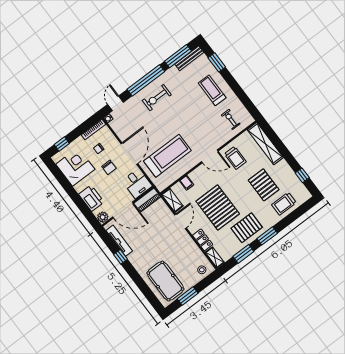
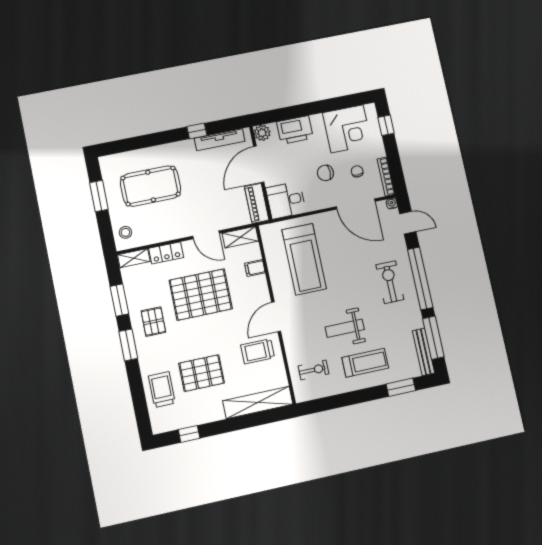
weight bench: (197, 112) -> (345, 328), added
door: (129, 154) -> (356, 204), moved
pallet: (247, 228) -> (153, 322), width x0.67, depth x0.71
pool table: (165, 281) -> (151, 186), moved

